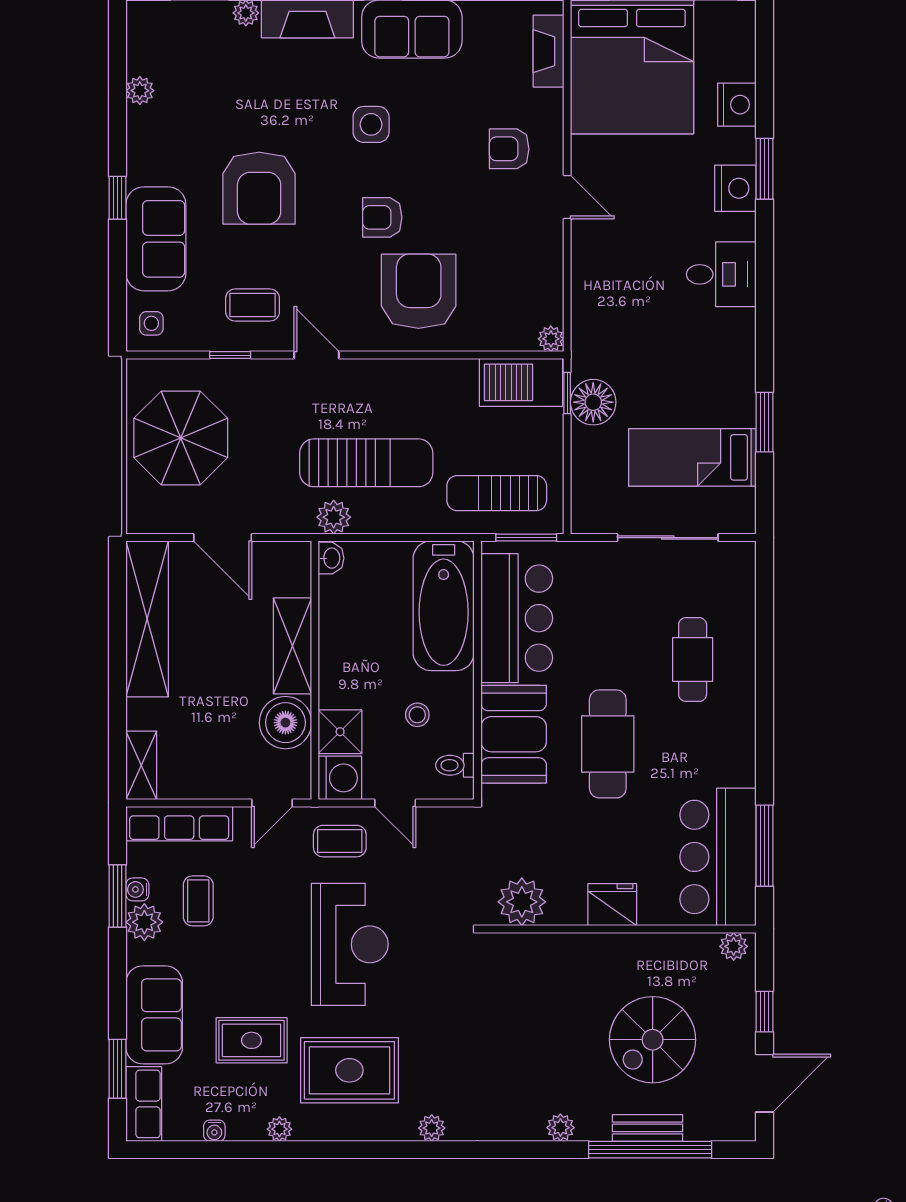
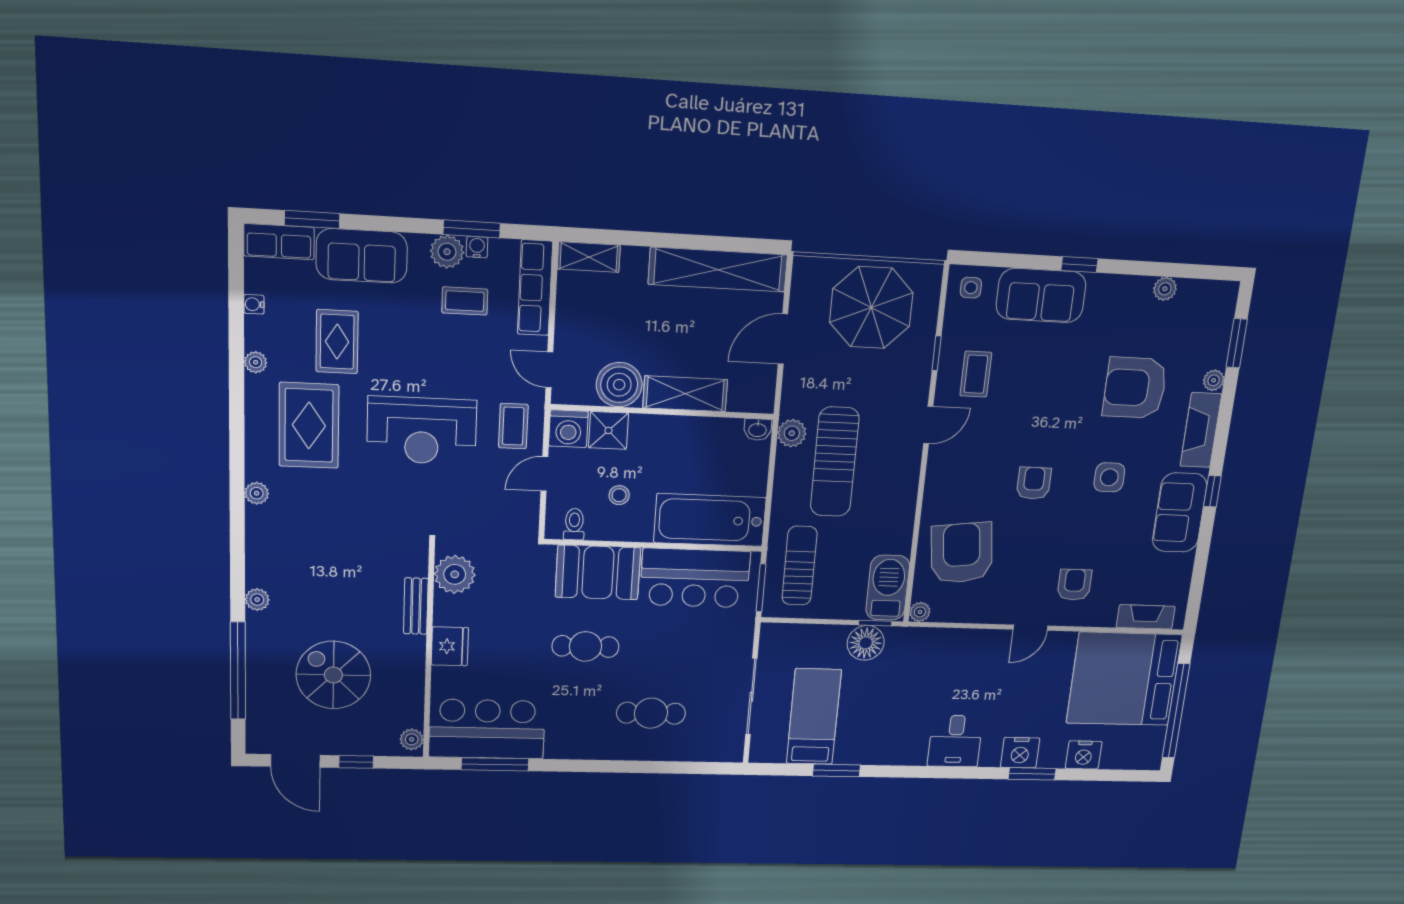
armchair: (259, 188) -> (1135, 388), moved
armchair: (419, 291) -> (962, 553), moved, turned -97
cafe table: (608, 744) -> (585, 646), width x0.73, depth x0.74
bench: (648, 1128) -> (416, 606), moved

